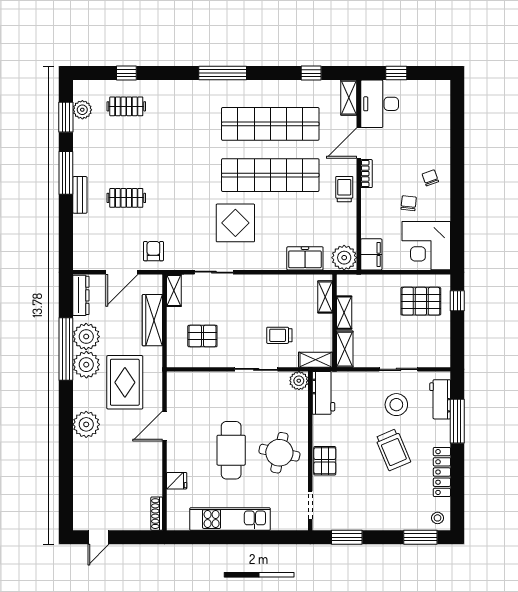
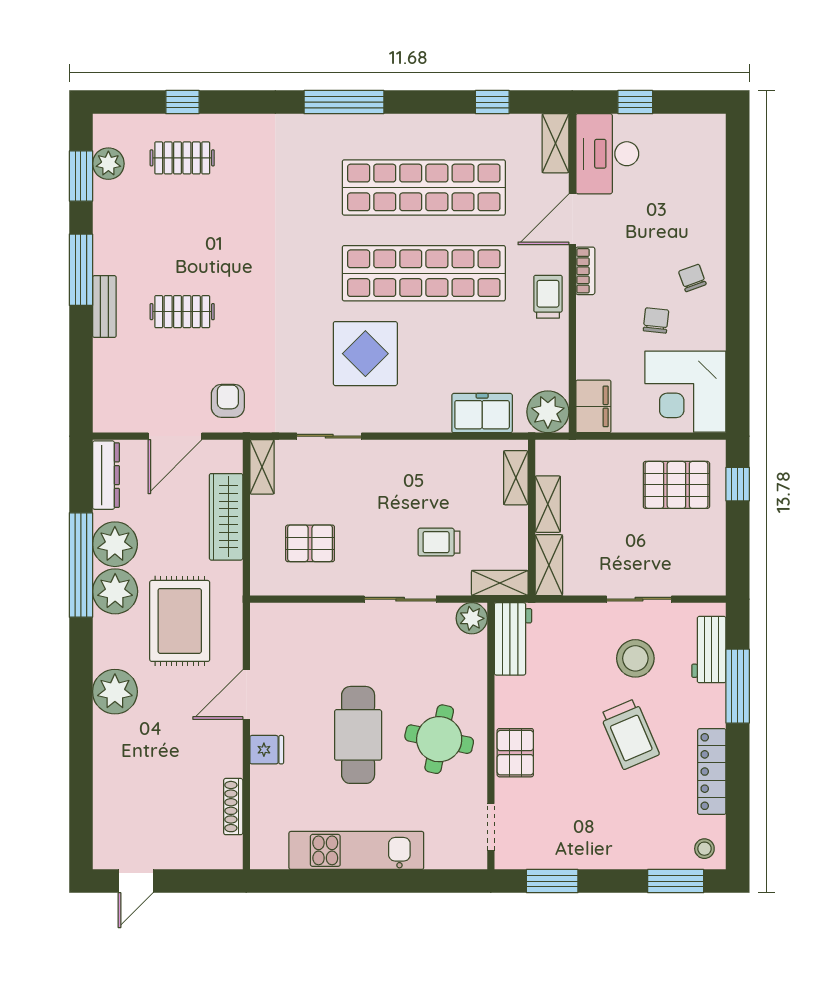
fridge: (177, 481) -> (267, 750), moved
shoe rack: (157, 514) -> (233, 807), moved

